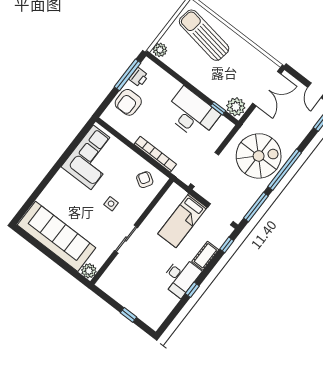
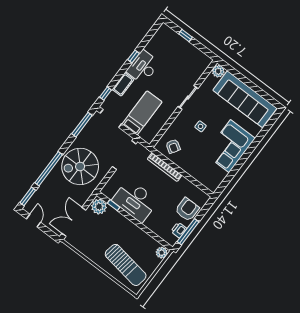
corner sofa: (92, 157) -> (230, 146), moved
window: (285, 170) -> (49, 169), moved

